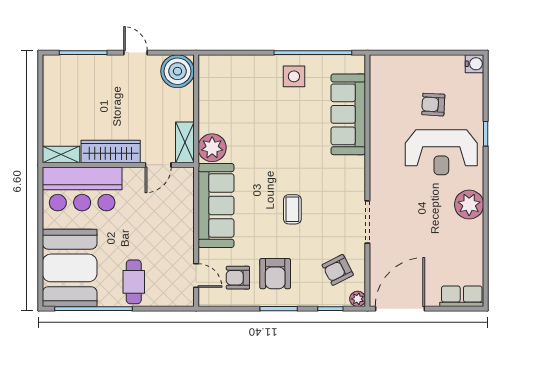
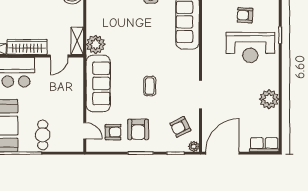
plant: (469, 205) -> (269, 99), moved
armchair: (238, 278) -> (113, 132), turned 180

